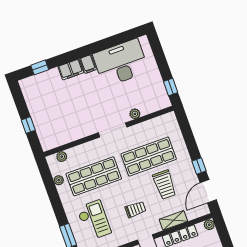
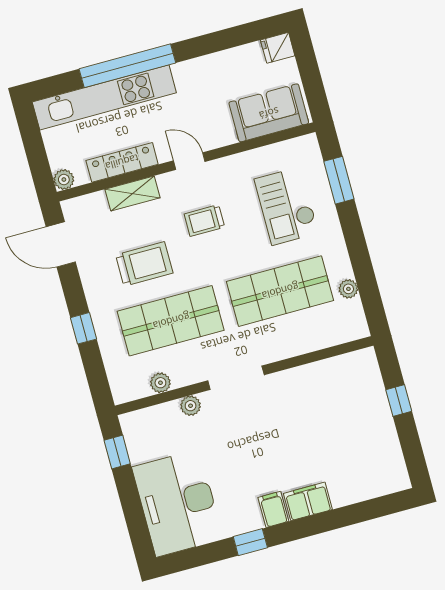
desk: (121, 63) -> (178, 503), moved, turned 90
window: (40, 67) -> (250, 542), moved
plant: (62, 157) -> (160, 383), moved
window: (199, 166) -> (84, 328), moved
trolley: (164, 185) -> (144, 264), turned 90
door: (208, 191) -> (61, 244), swing flipped

